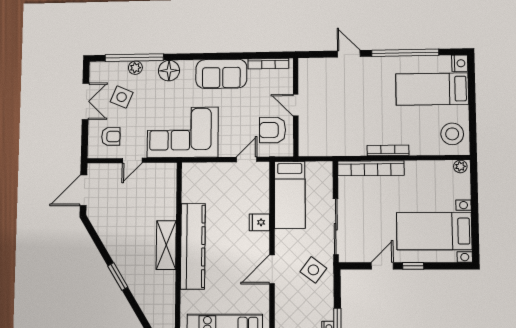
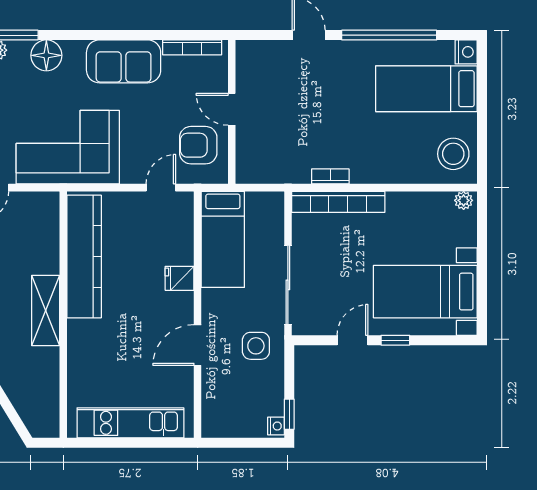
bookcase: (388, 150) -> (330, 176), moved, width x0.64
kitchen counter: (193, 246) -> (84, 256), moved
side table: (313, 270) -> (256, 346), turned -37

